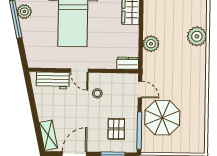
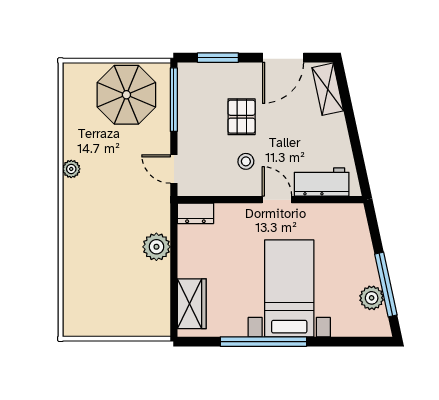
plant: (197, 36) -> (71, 169), moved, width x0.53, depth x0.53
parasol: (162, 118) -> (126, 95), moved
pallet: (116, 129) -> (242, 117), moved

